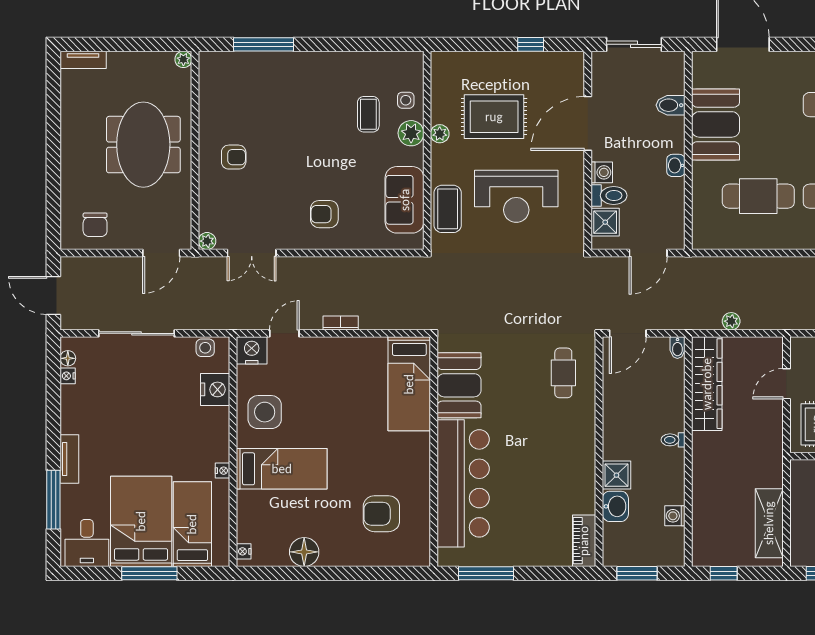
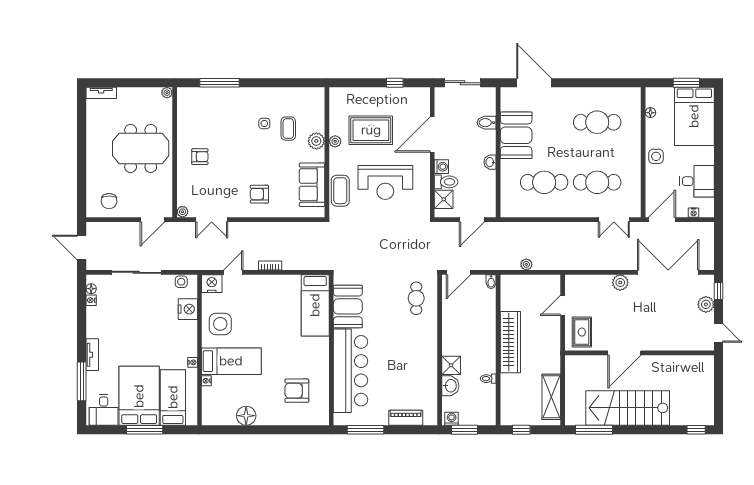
side table: (406, 100) -> (264, 123), moved
meeting table: (143, 145) -> (141, 148), turned 90
wardrobe: (707, 384) -> (510, 342), moved
toilet: (673, 440) -> (488, 379), moved
washing machine: (675, 516) -> (452, 419), moved, turned 90
piano: (584, 541) -> (406, 418), moved, turned 90
nightstand: (244, 551) -> (206, 381), moved

